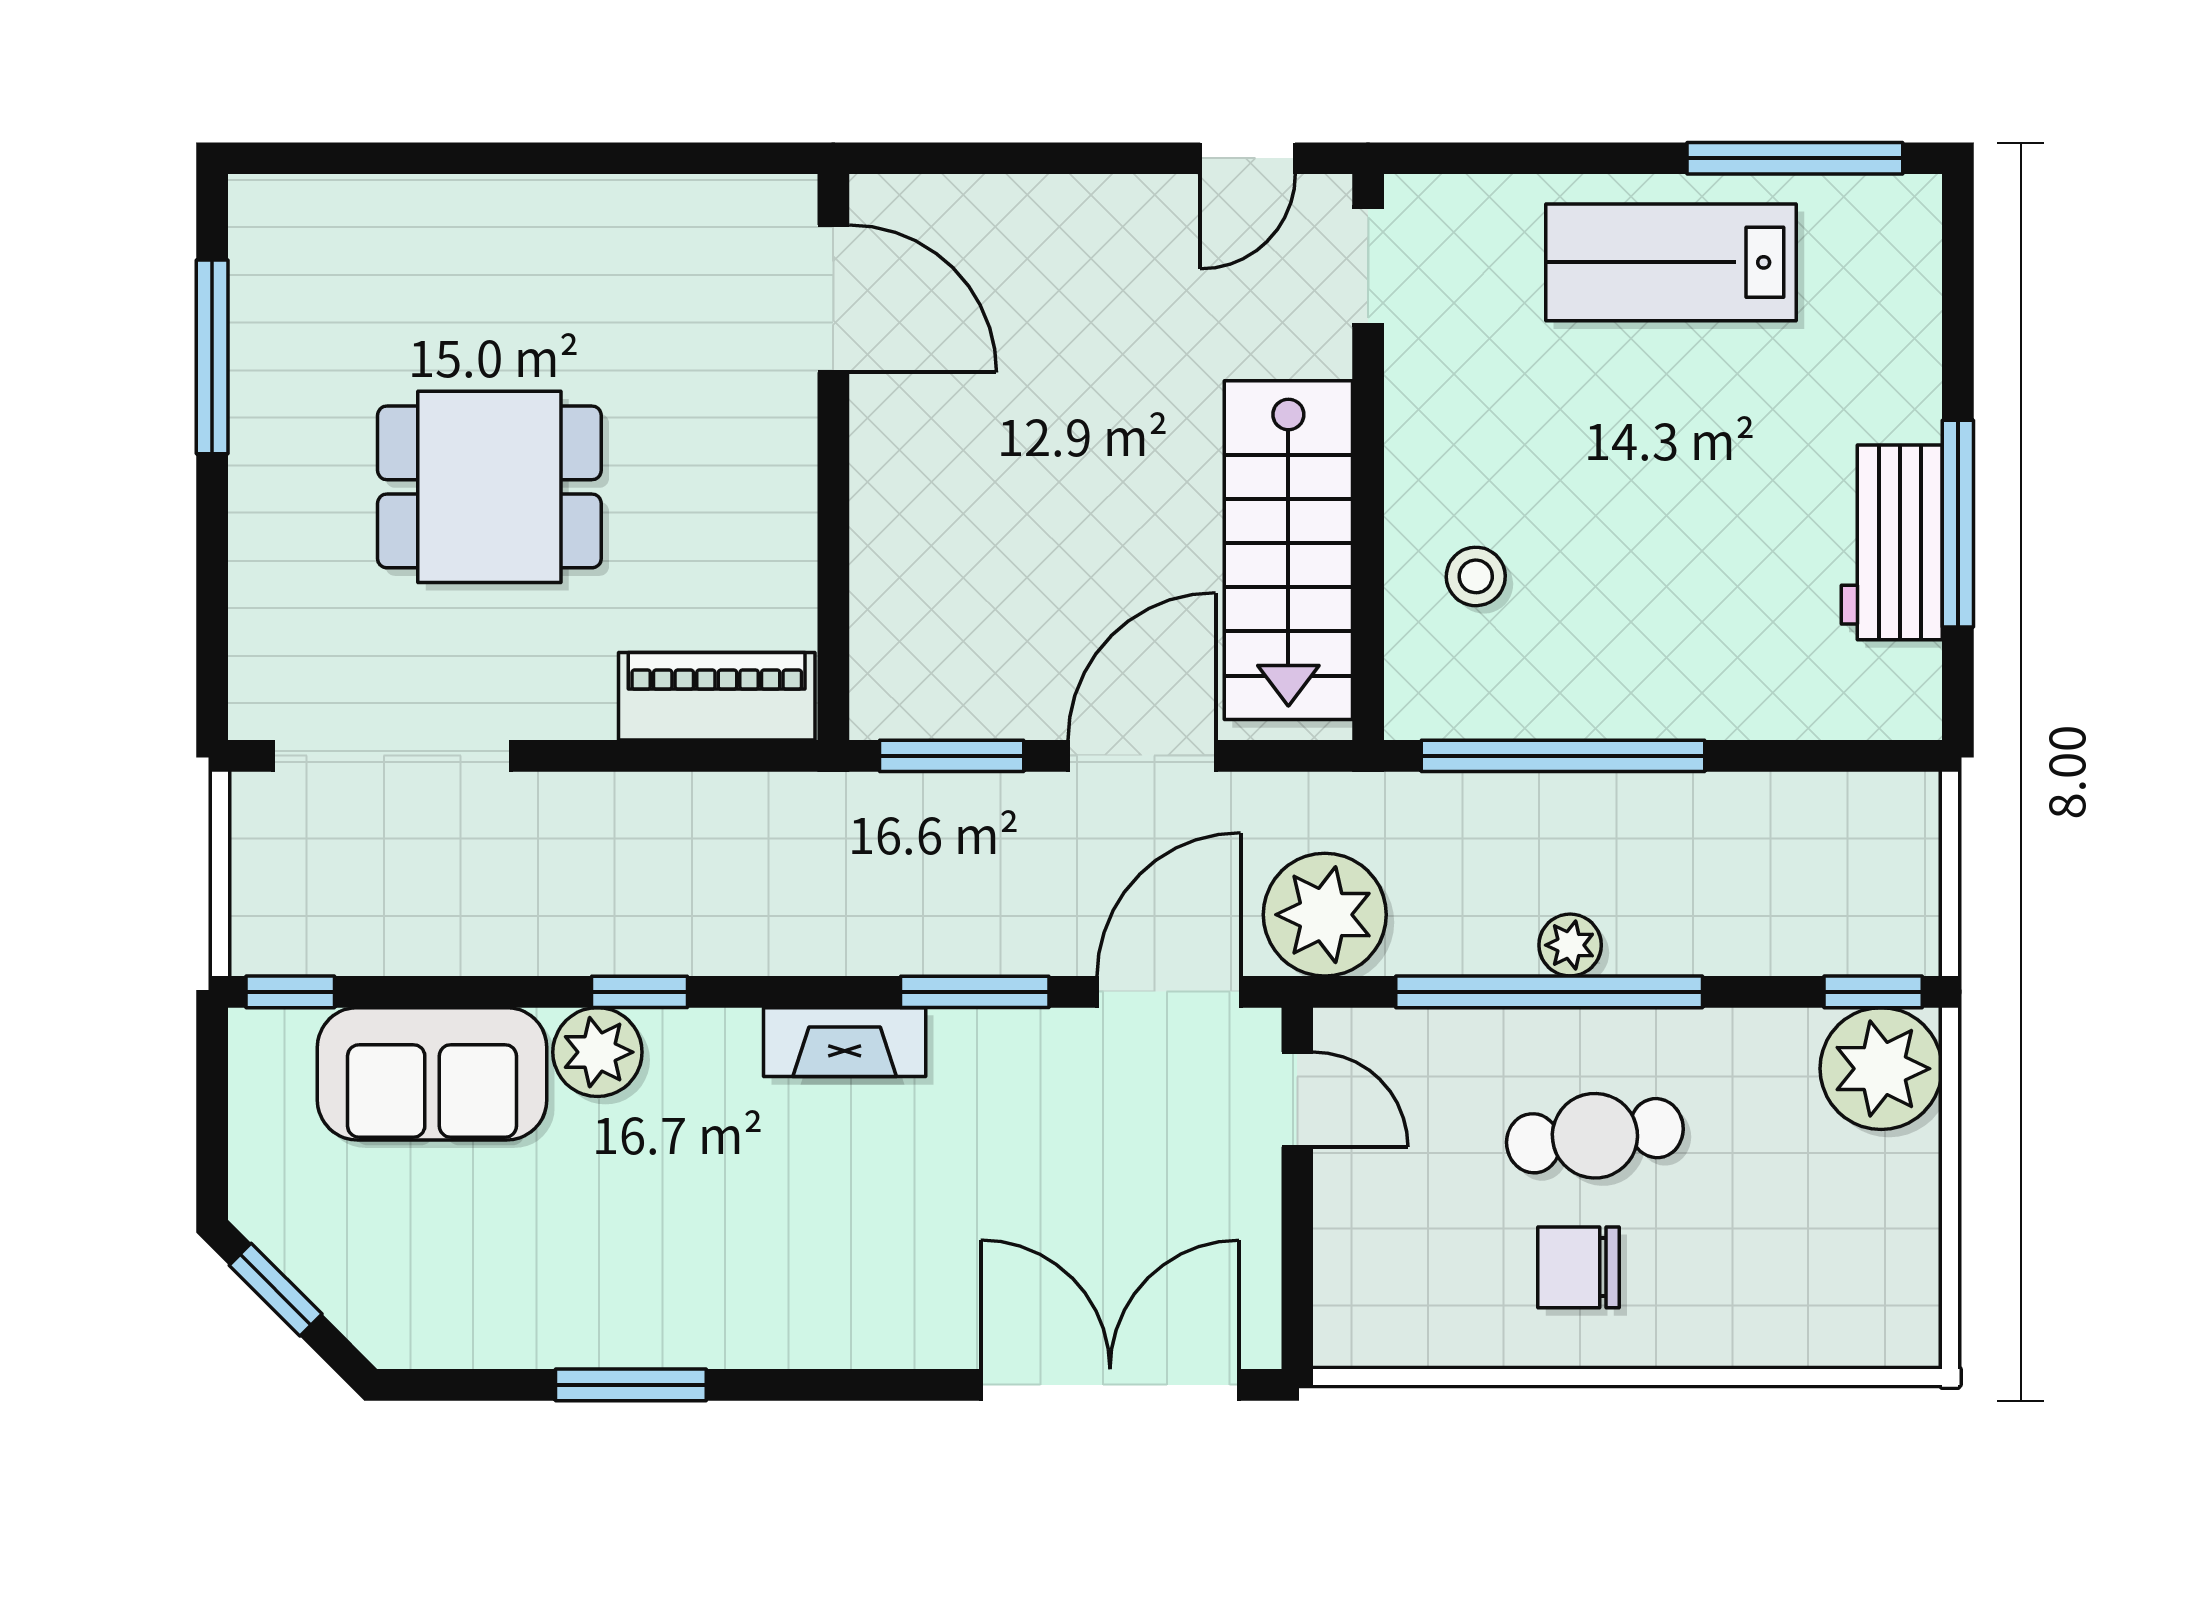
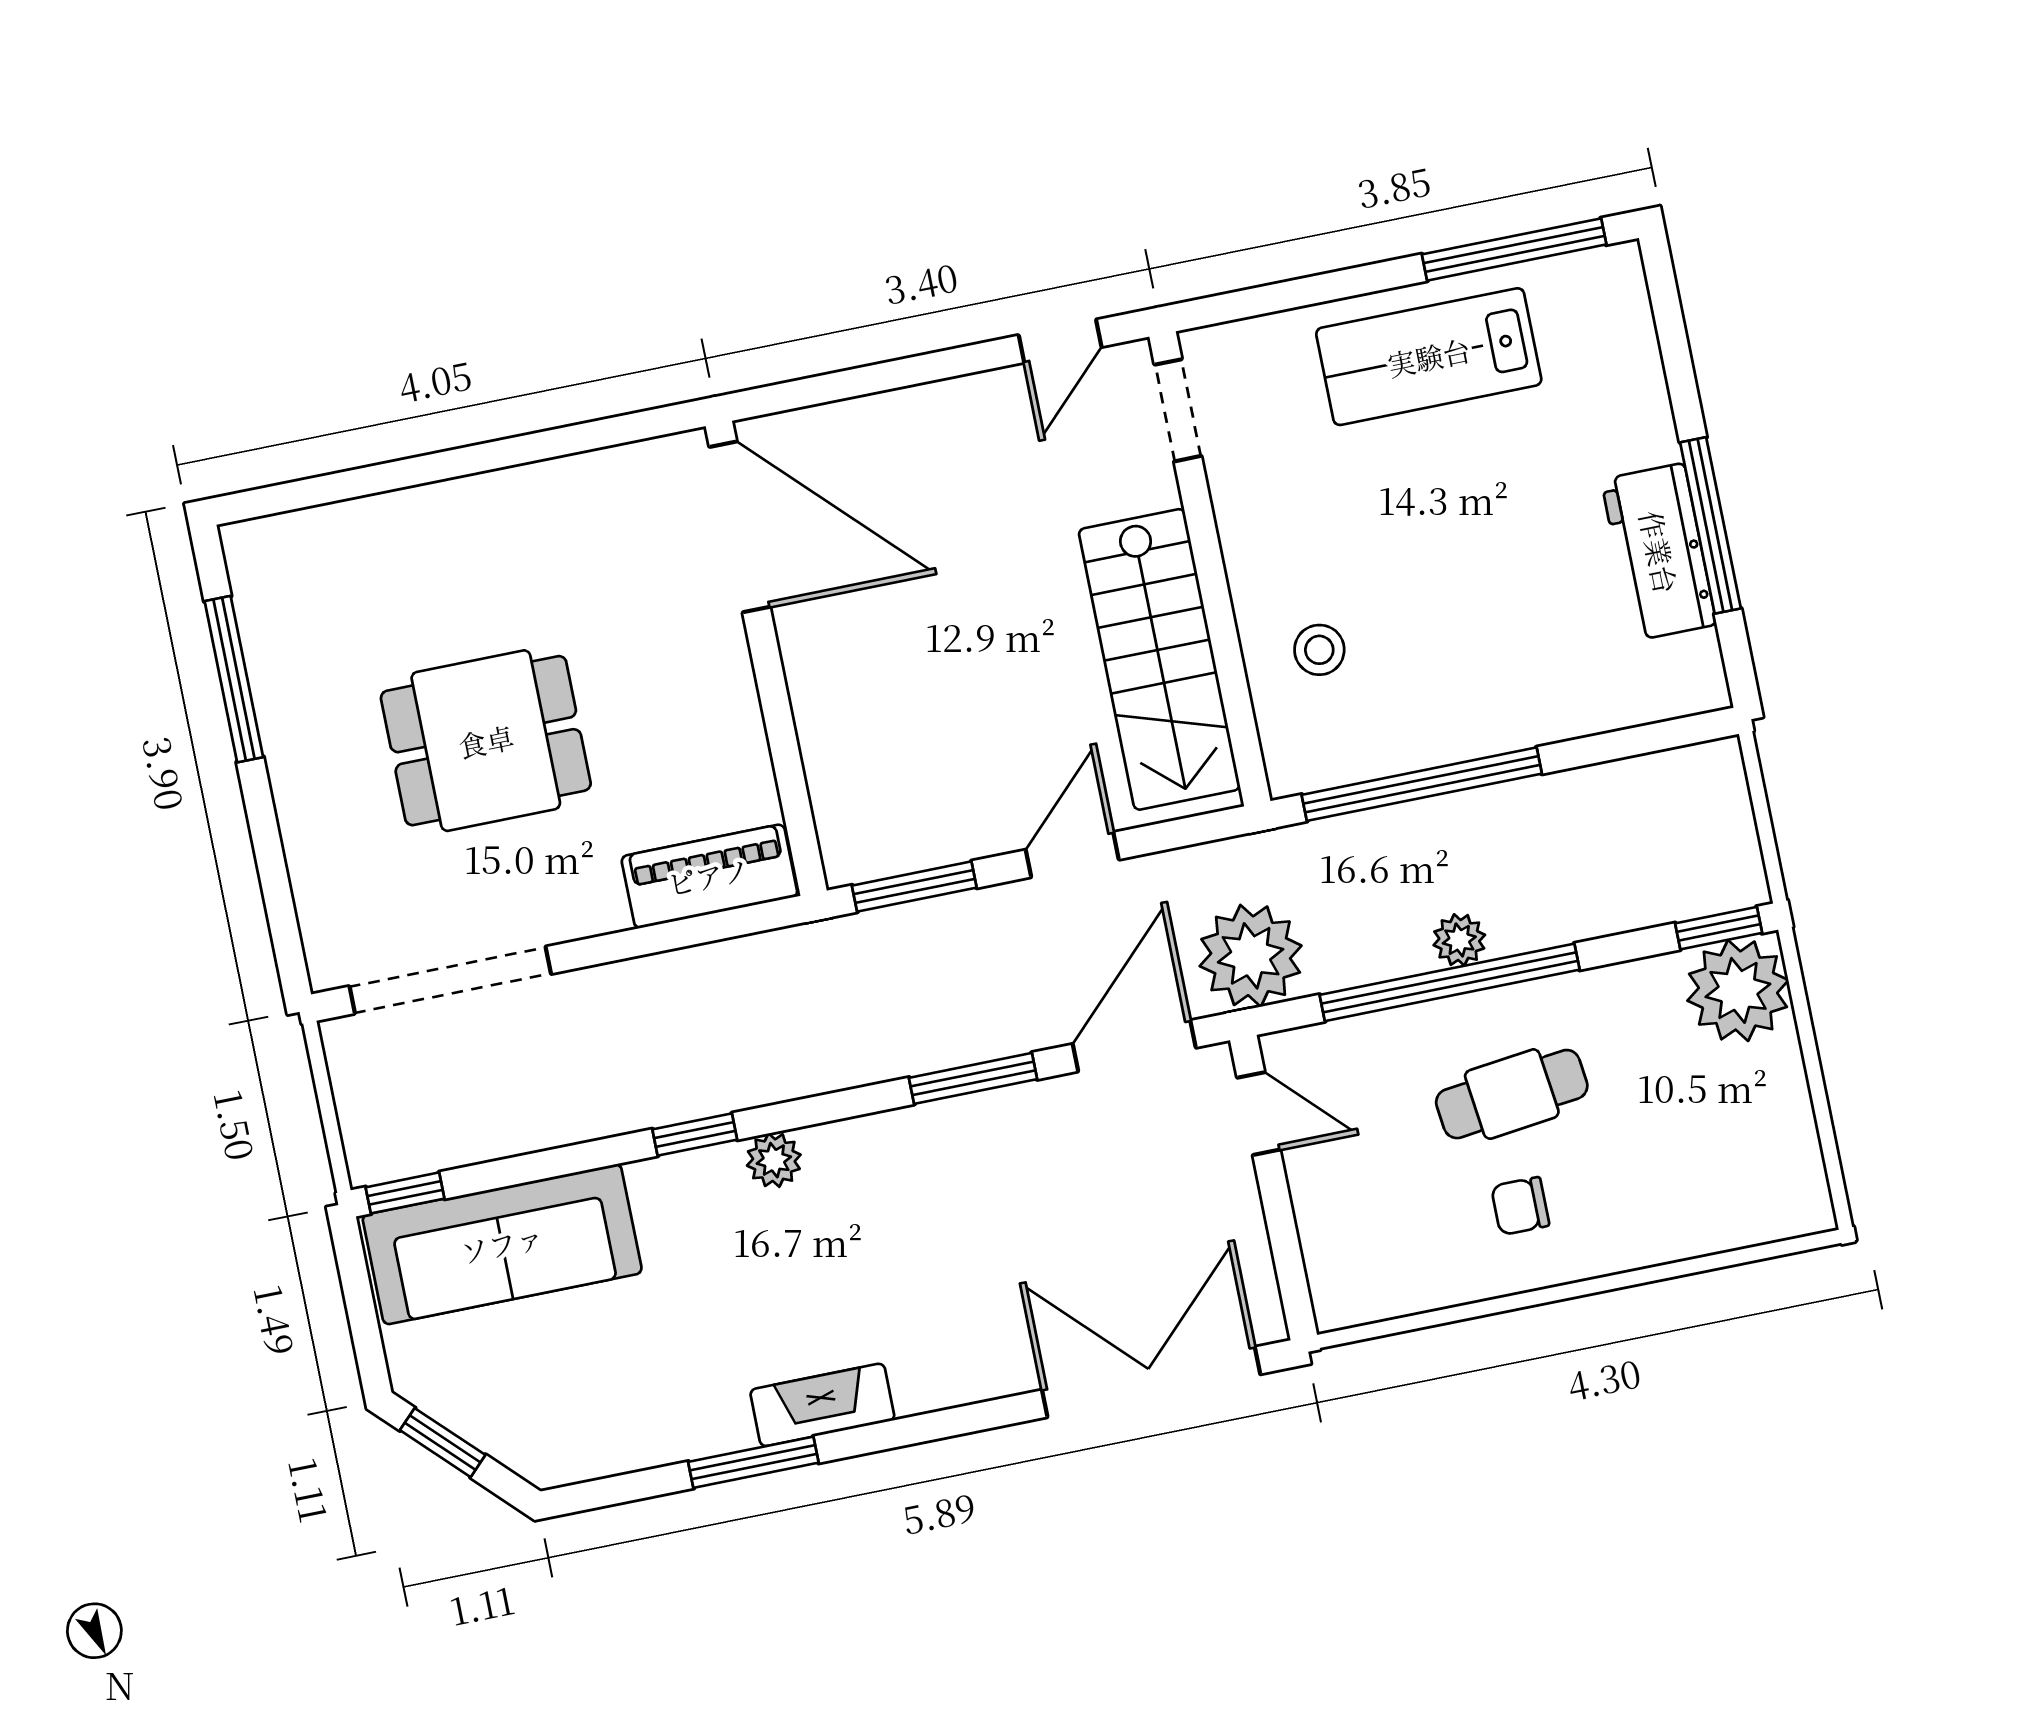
door: (833, 299) -> (740, 527), width x1.36
door: (1142, 756) -> (1072, 855), width x0.73
fireplace: (845, 1042) -> (822, 1405), moved, turned 180
plant: (597, 1052) -> (774, 1160), moved, width x0.73, depth x0.73
sofa: (432, 1074) -> (502, 1244), width x1.36
chair: (1579, 1267) -> (1520, 1206), width x0.73, depth x0.73

